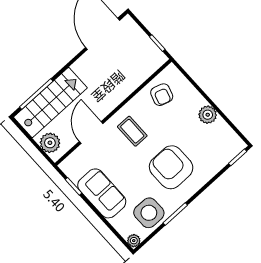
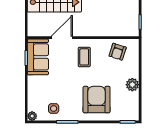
plant: (50, 143) -> (35, 23), removed
armchair: (171, 167) -> (97, 100), moved
sofa: (102, 193) -> (38, 57), moved
side table: (149, 213) -> (54, 109), width x0.54, depth x0.54

